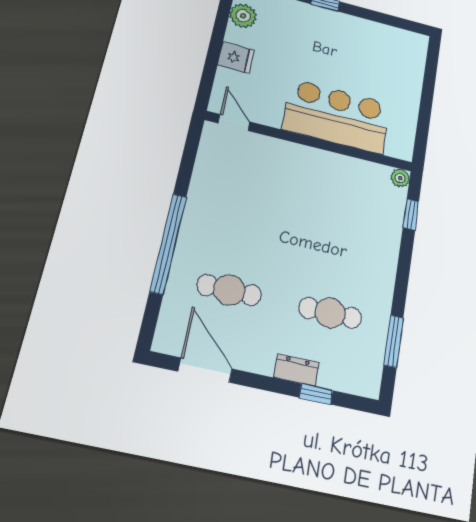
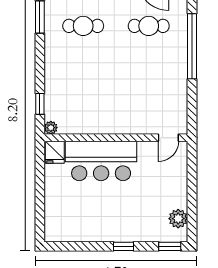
fridge: (236, 58) -> (55, 152), moved, turned -90
door: (234, 122) -> (168, 138), hinge flipped

